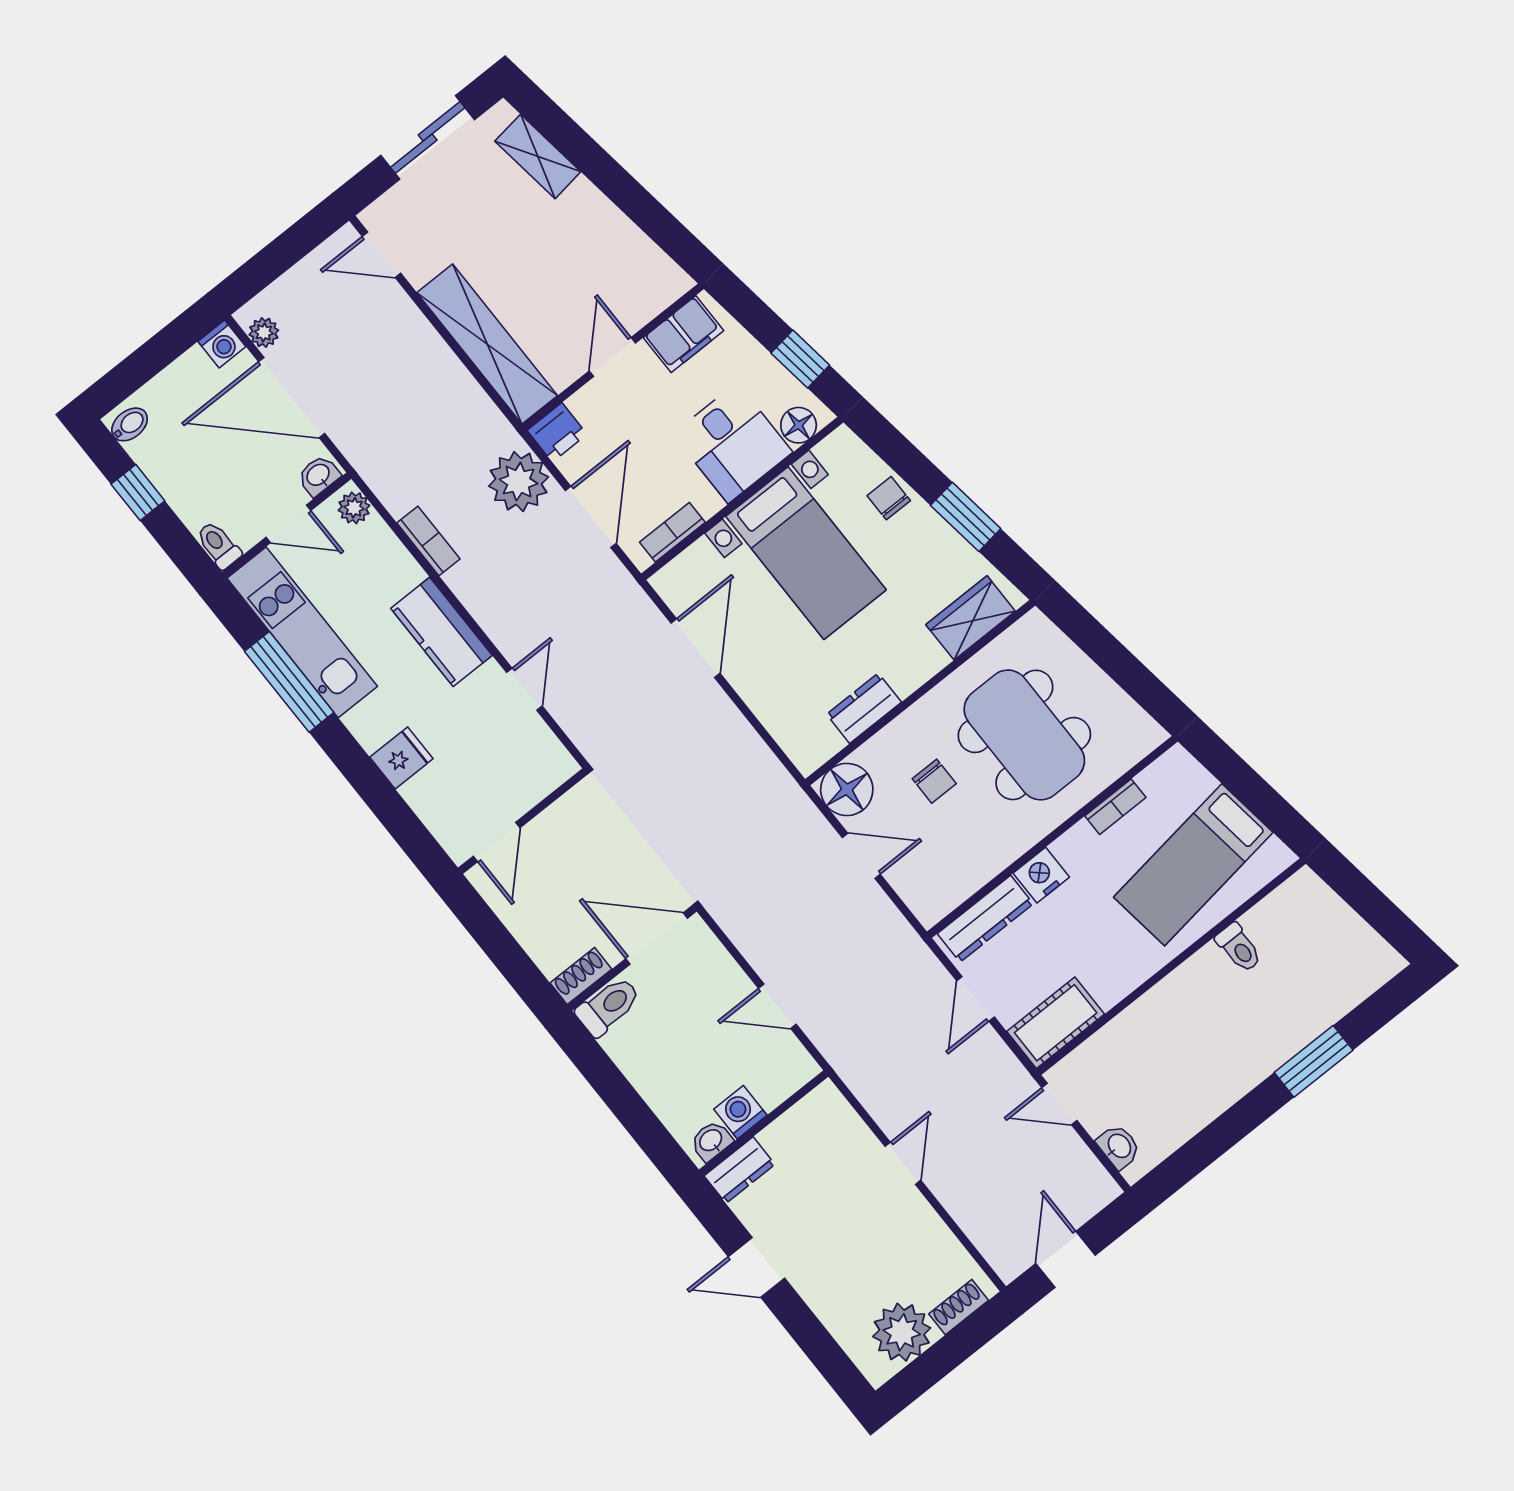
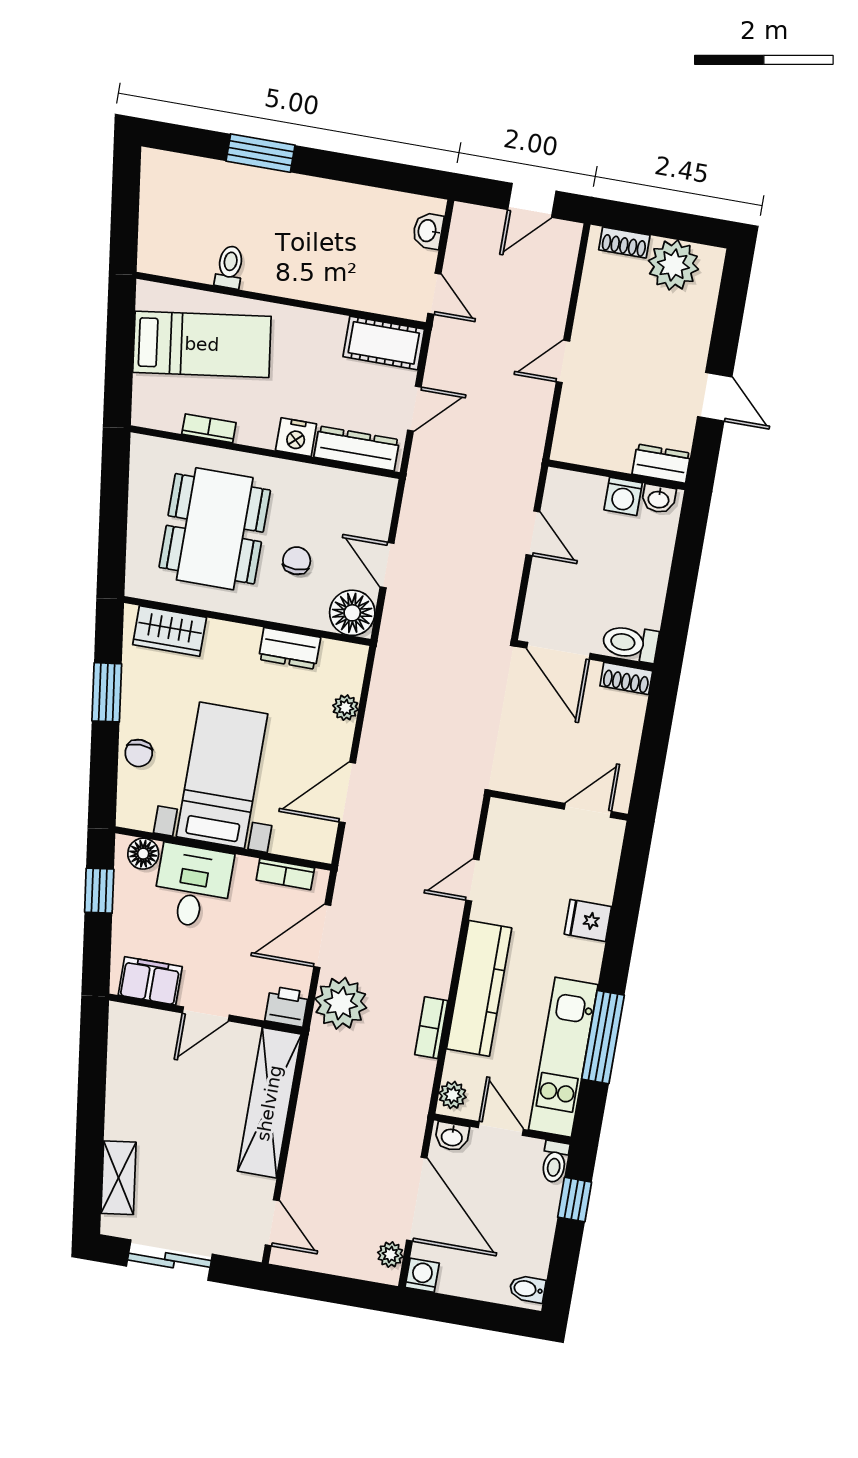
window: (138, 492) -> (575, 1200), moved
kitchen counter: (441, 632) -> (479, 988), width x1.50
plant: (770, 711) -> (345, 708), added

